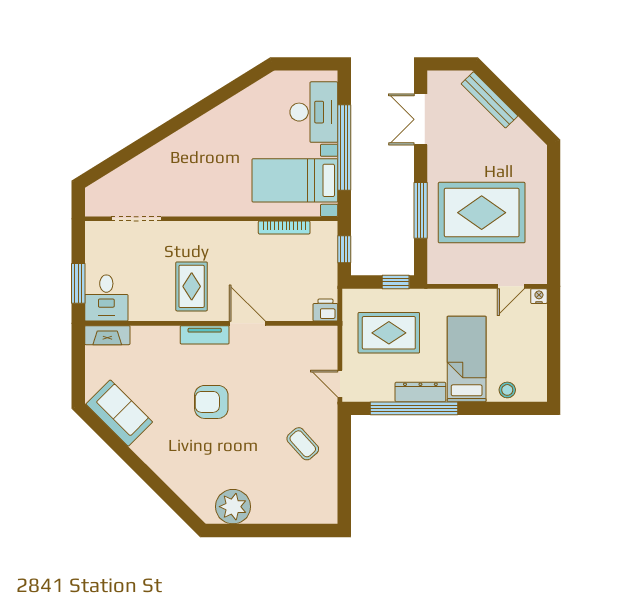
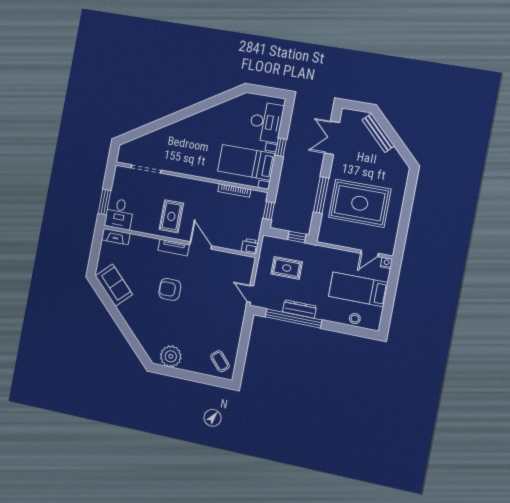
window: (344, 147) -> (281, 147), width x0.32
rug: (389, 333) -> (287, 268), width x0.73, depth x0.70
bed: (467, 359) -> (358, 289), moved, turned -90
coffee table: (303, 444) -> (220, 361), moved

